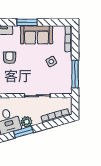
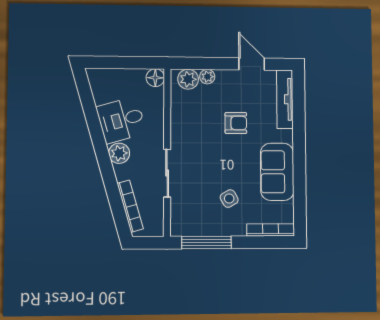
window: (27, 22) -> (299, 155), removed
window: (23, 132) -> (101, 148), removed

